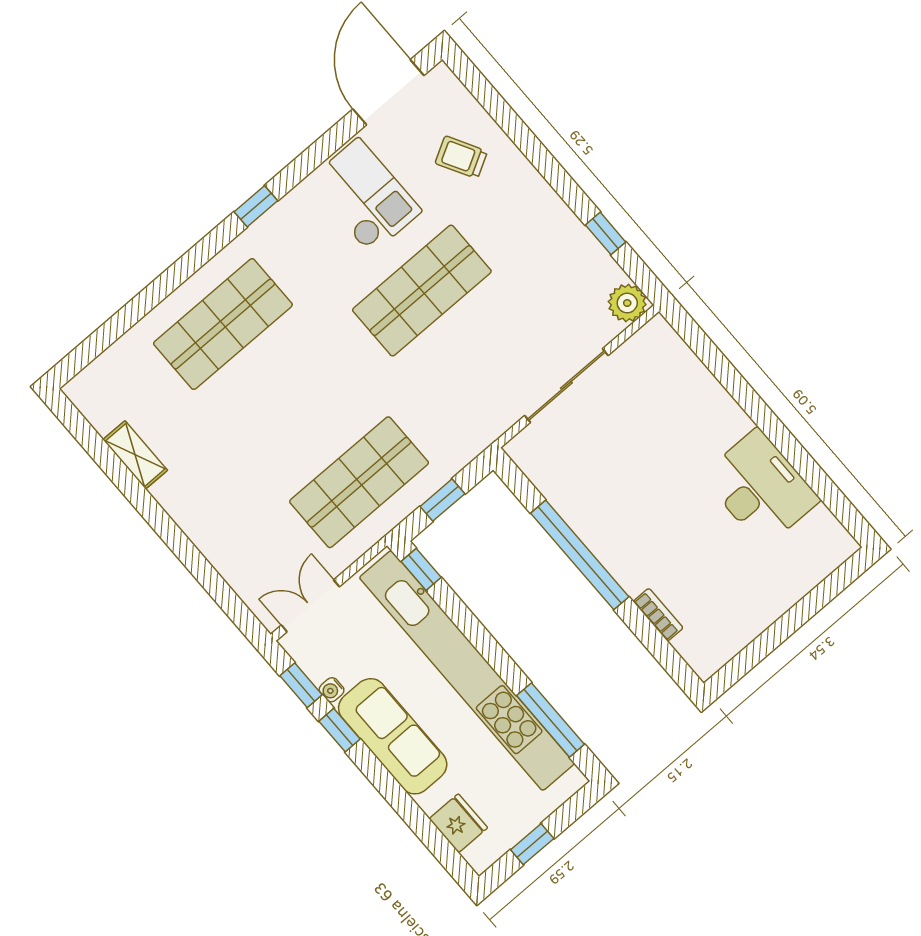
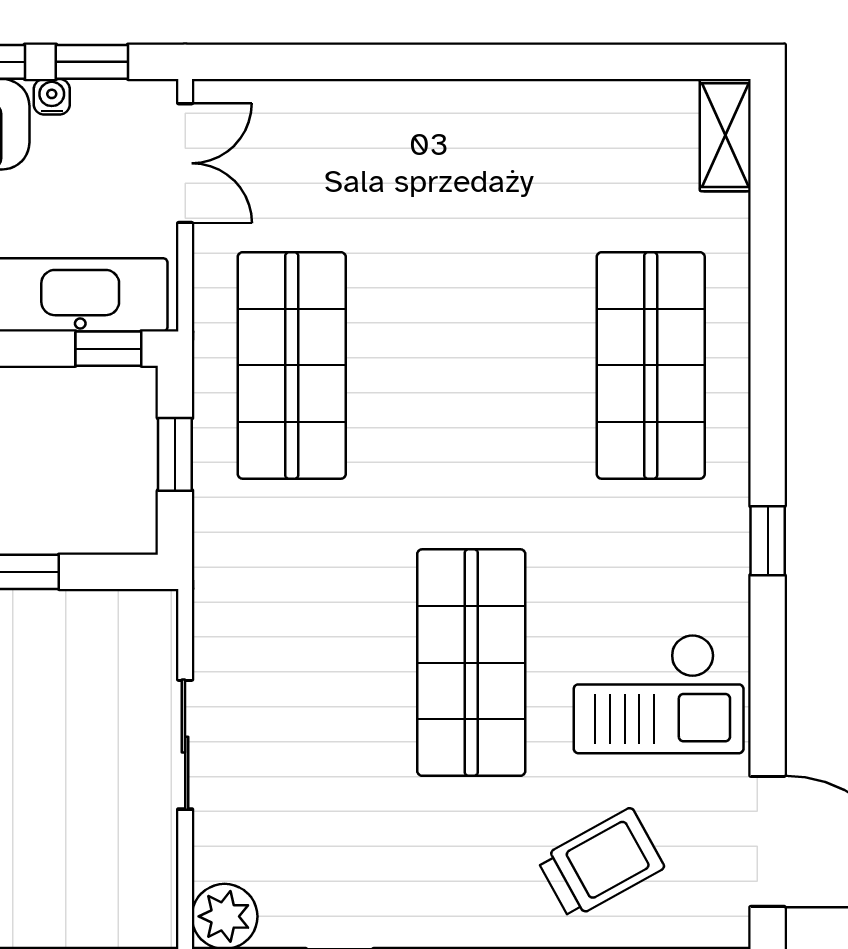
trolley: (461, 157) -> (601, 863), width x1.36, depth x1.39
sliding door: (566, 386) -> (185, 745), width x0.73
shelving: (135, 455) -> (725, 135), moved, turned 90

